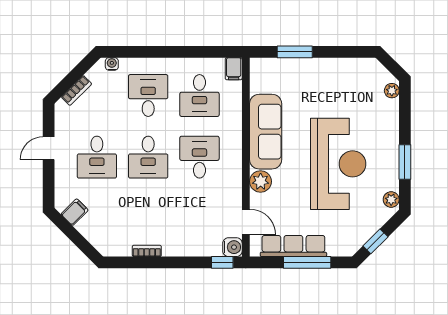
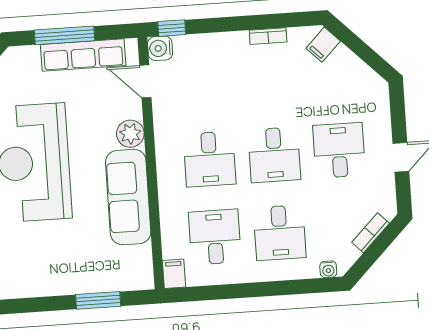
desk: (148, 157) -> (274, 155), turned 180
filing cabinet: (75, 212) -> (323, 45), moved

